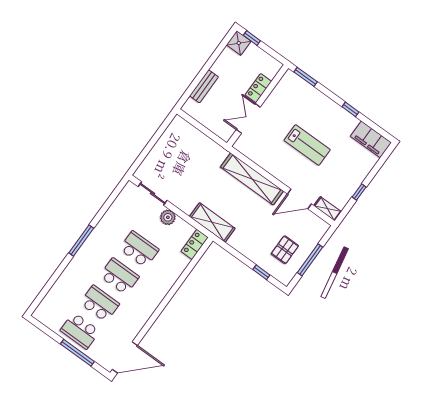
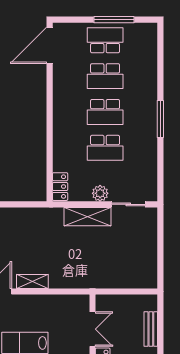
shelving: (252, 179) -> (32, 281), width x0.45, depth x0.75
shelving: (212, 222) -> (87, 217), moved
window: (77, 353) -> (114, 20), moved

